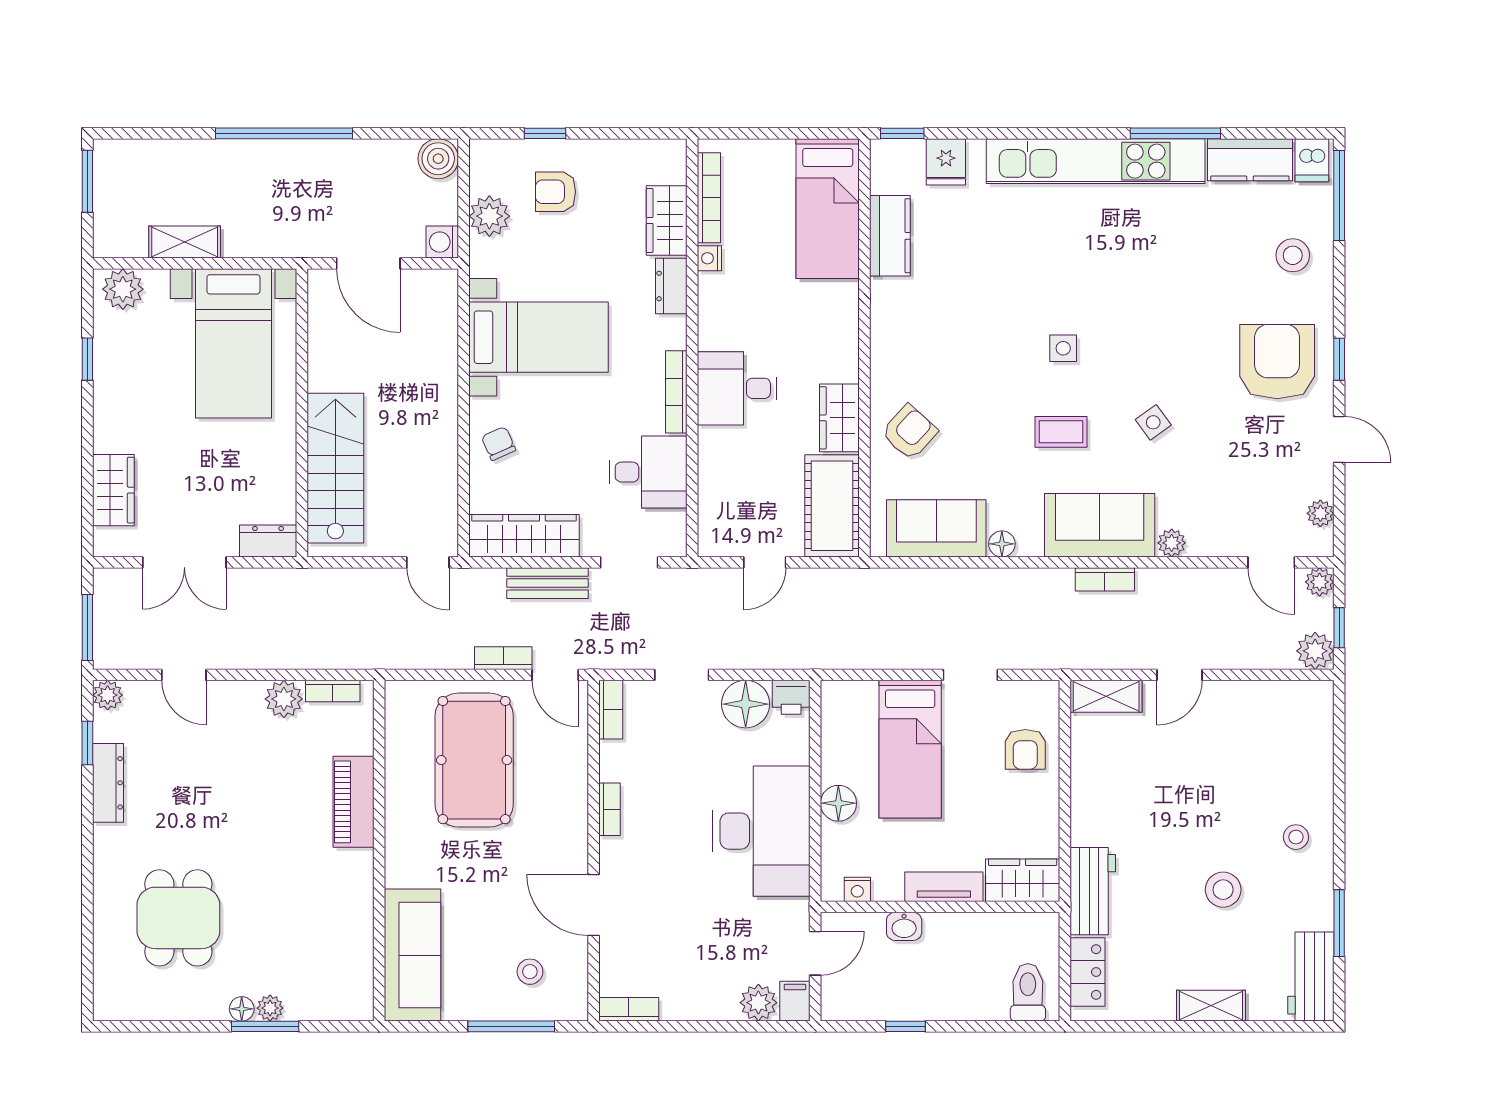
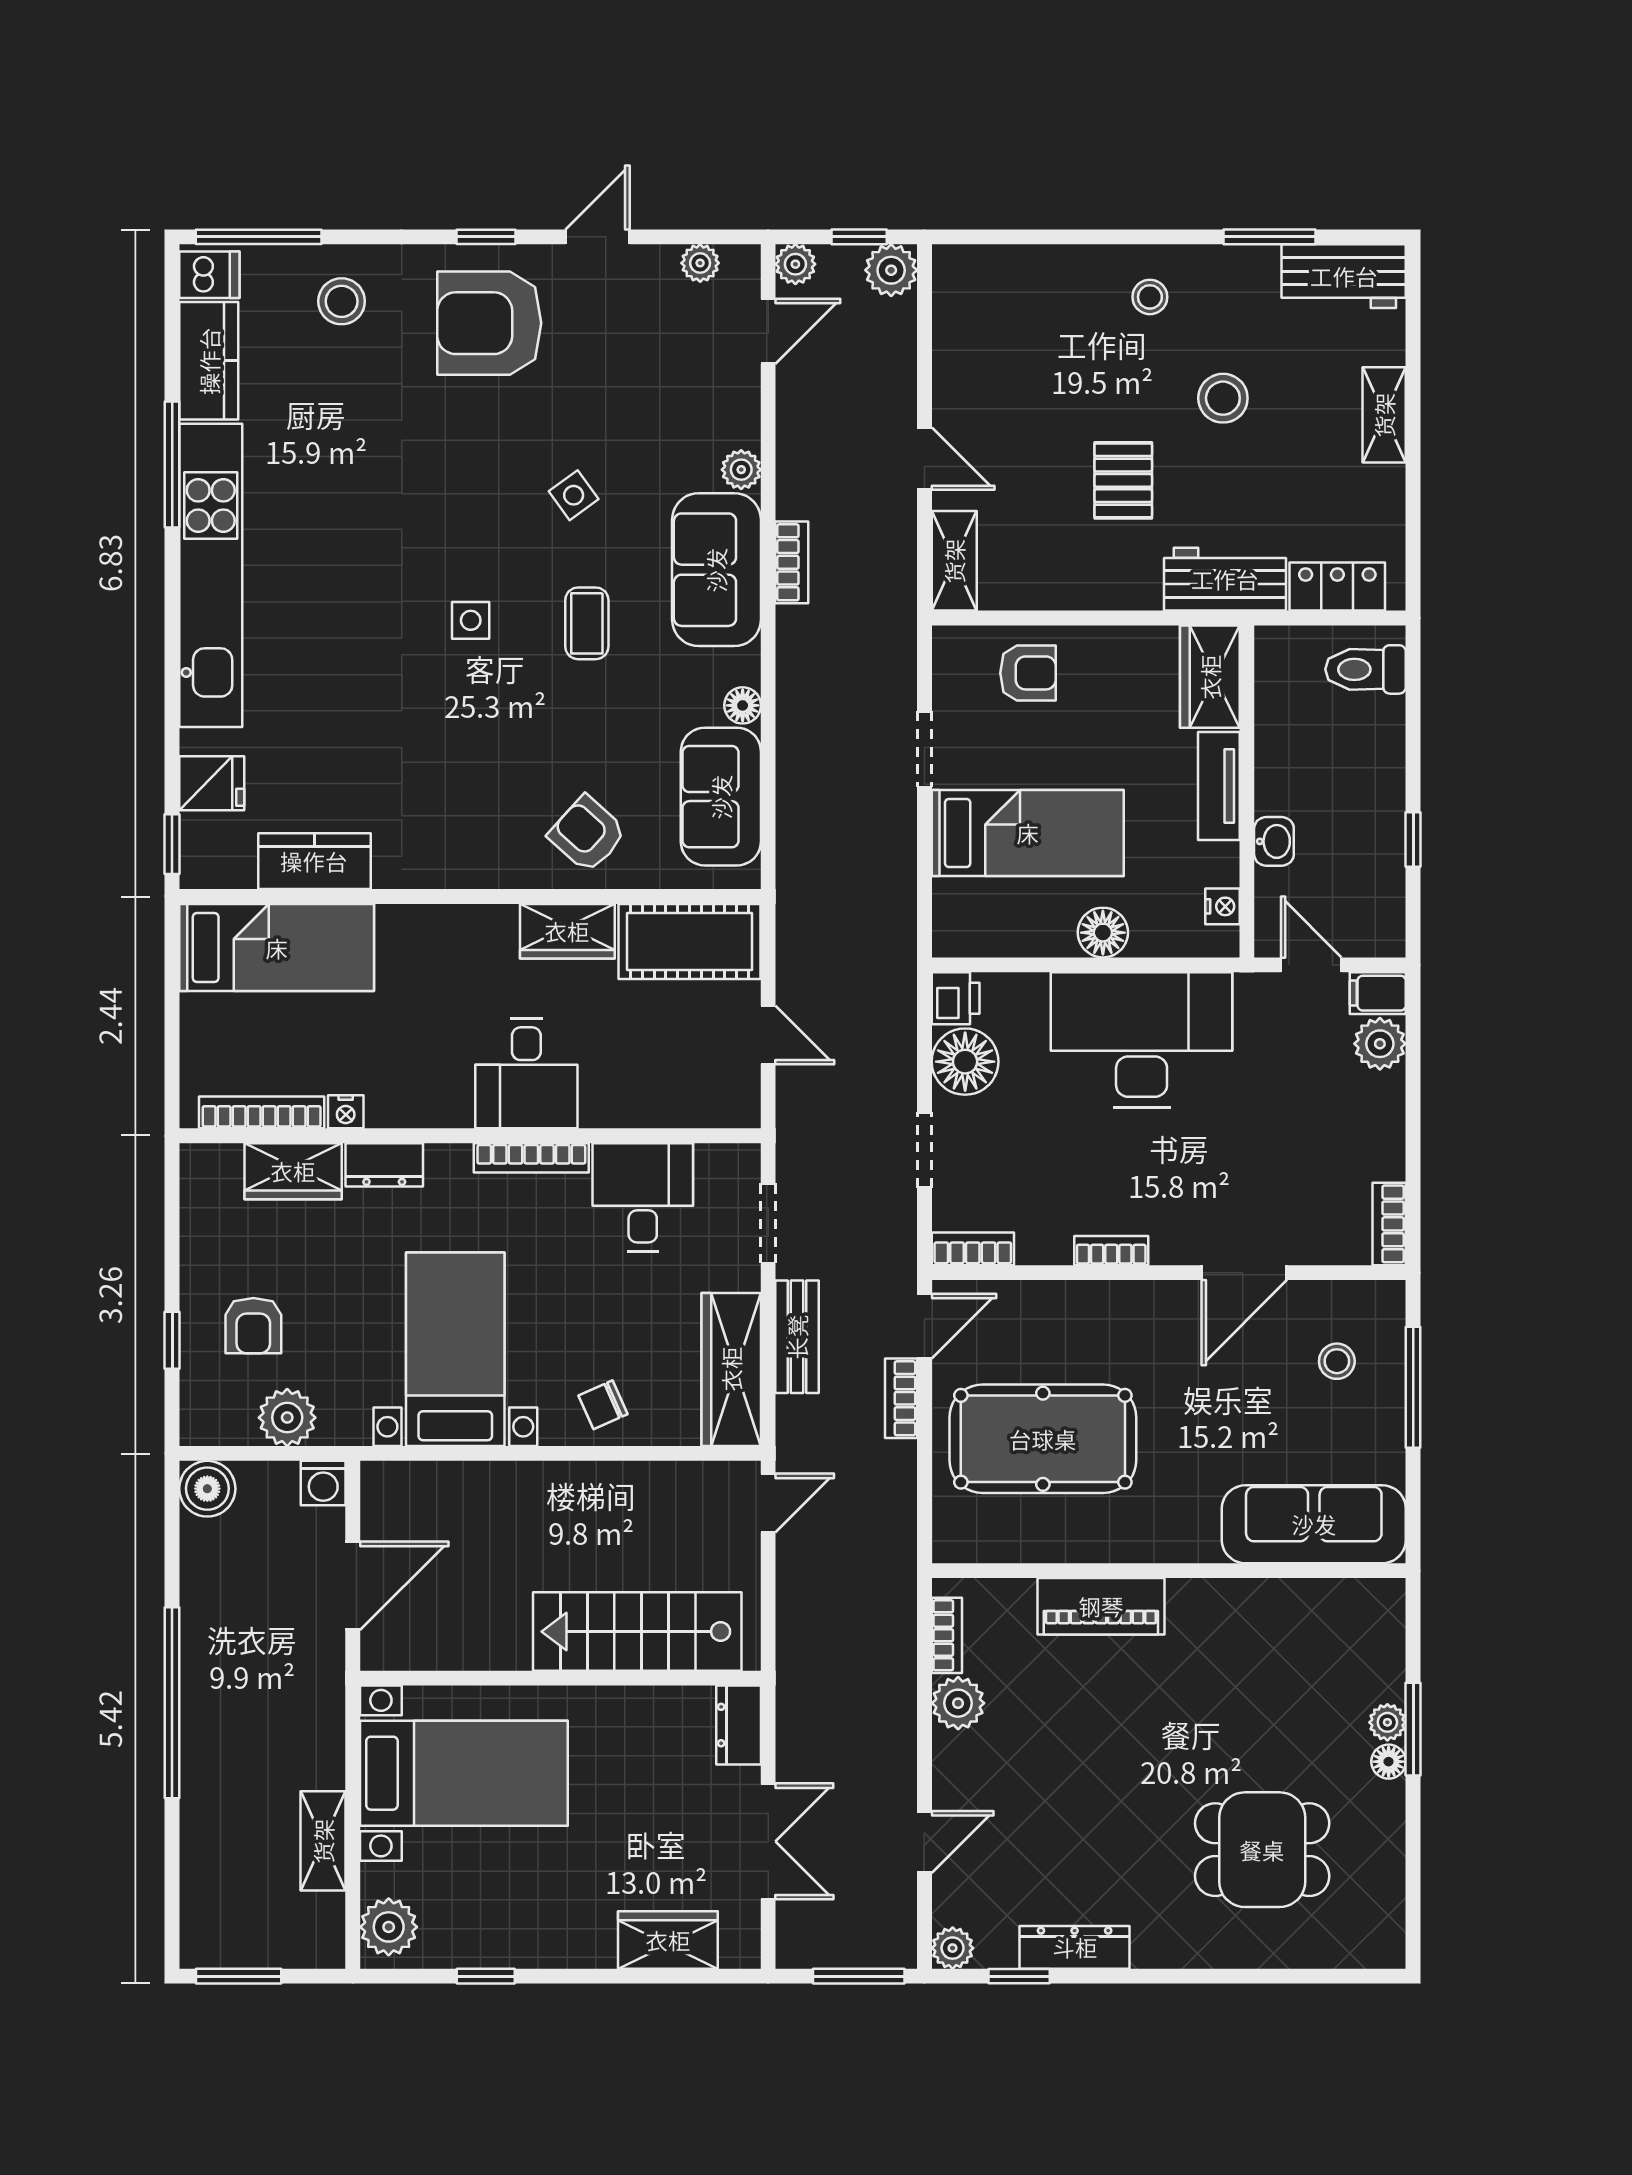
pallet: (1164, 818) -> (1123, 480), added

